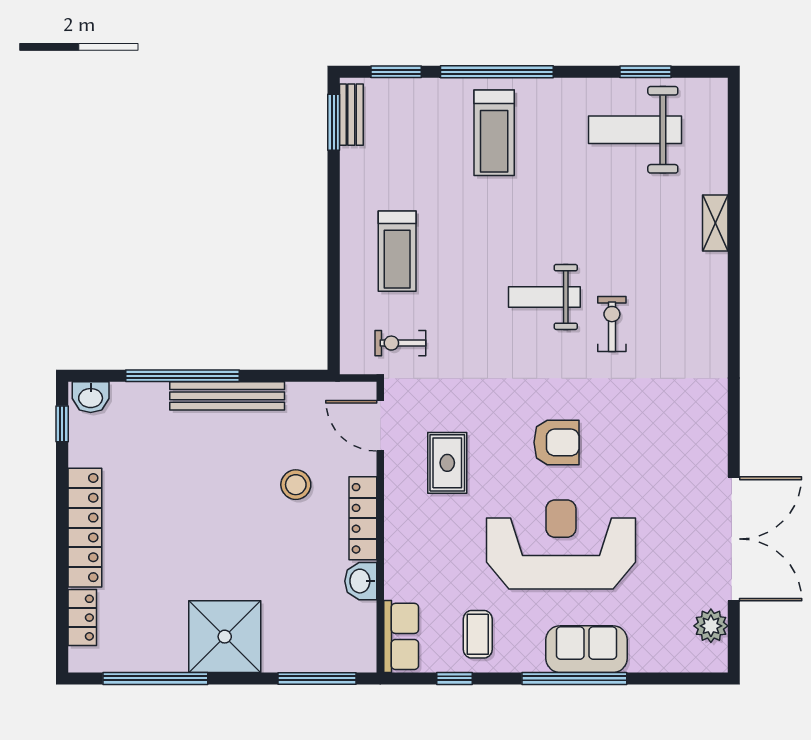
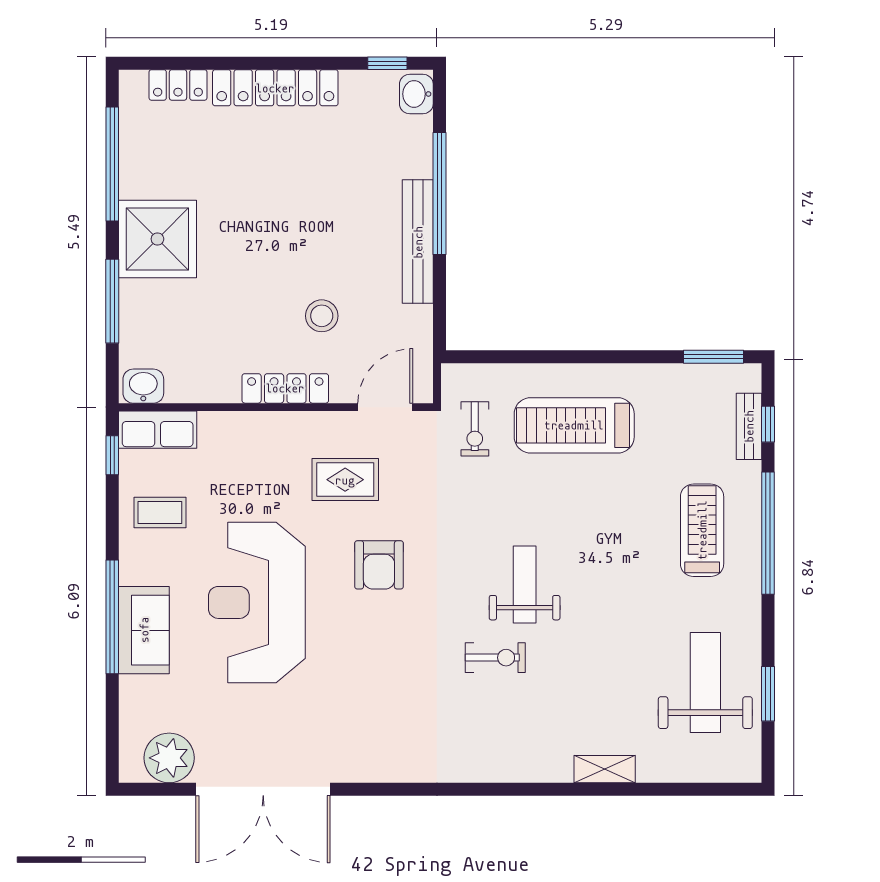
window: (396, 72) -> (768, 424), width x0.67
bench: (351, 115) -> (749, 426), moved, turned 90
treadmill: (494, 133) -> (702, 530), turned 90
treadmill: (397, 251) -> (574, 425), width x1.37, depth x1.38
exercise bike: (400, 343) -> (475, 429), turned 180
armchair: (556, 442) -> (379, 565), moved
reception desk: (561, 545) -> (257, 602), turned 180
washbasin: (361, 581) -> (143, 386), moved
plant: (711, 626) -> (169, 758), width x1.36, depth x1.36
window: (317, 678) -> (112, 301), moved
window: (455, 678) -> (112, 455), moved

